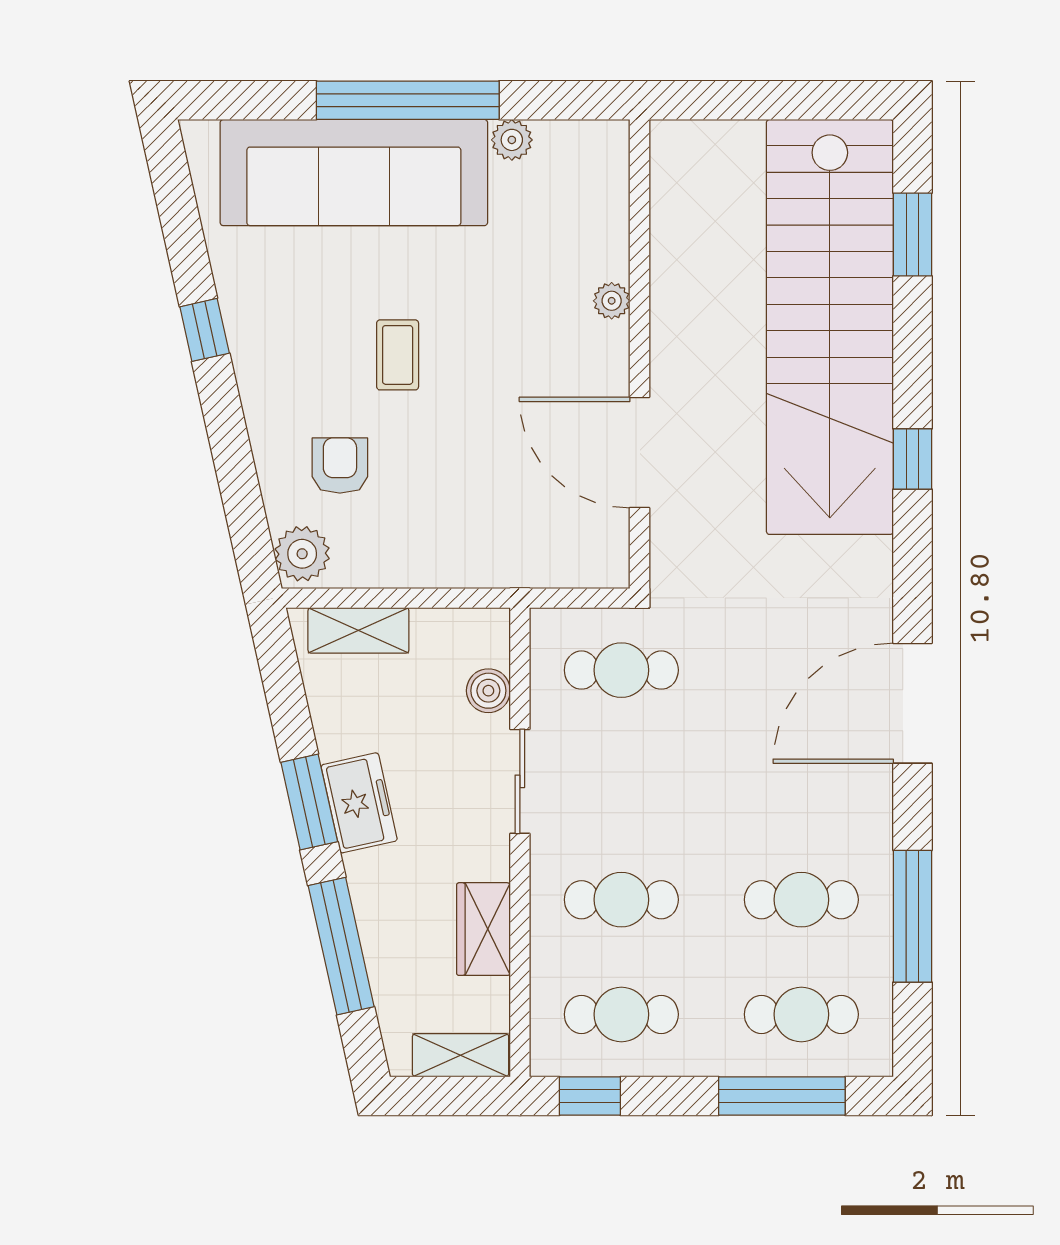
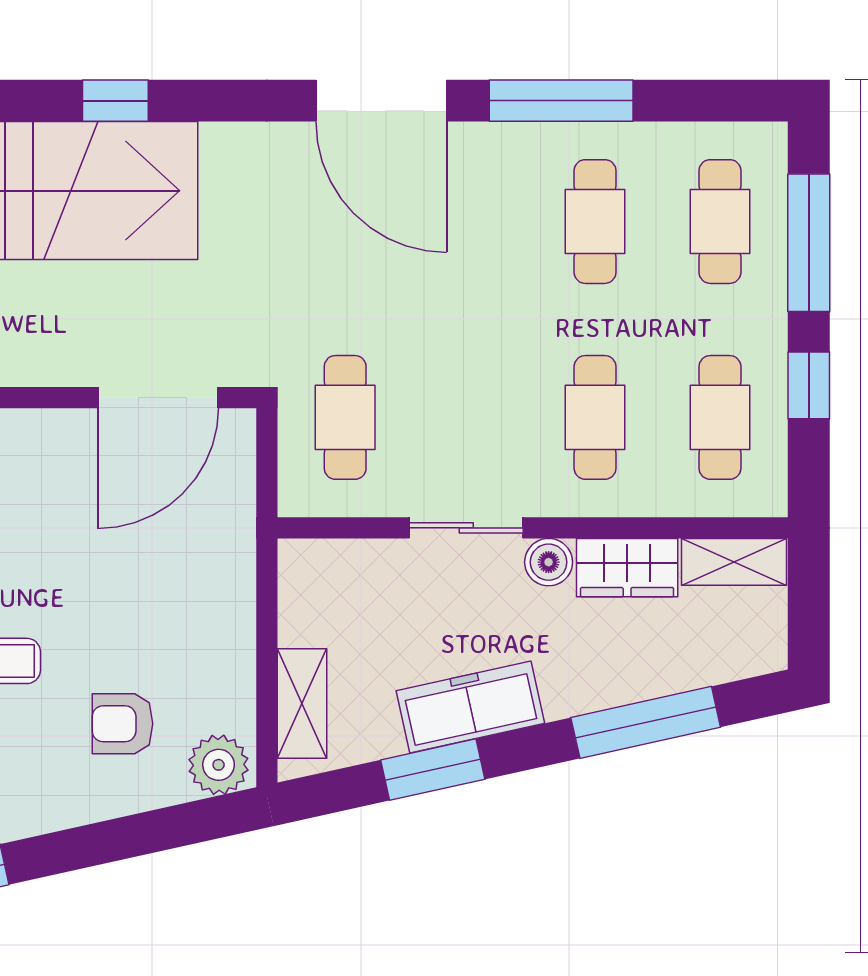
door: (640, 453) -> (158, 398), moved
boiler: (488, 691) -> (549, 562), moved
window: (309, 802) -> (433, 770), moved
freezer: (359, 803) -> (470, 707), width x1.40
window: (912, 916) -> (561, 101), moved
shelving: (461, 1055) -> (734, 562), moved, turned 90
window: (590, 1096) -> (809, 385), moved

